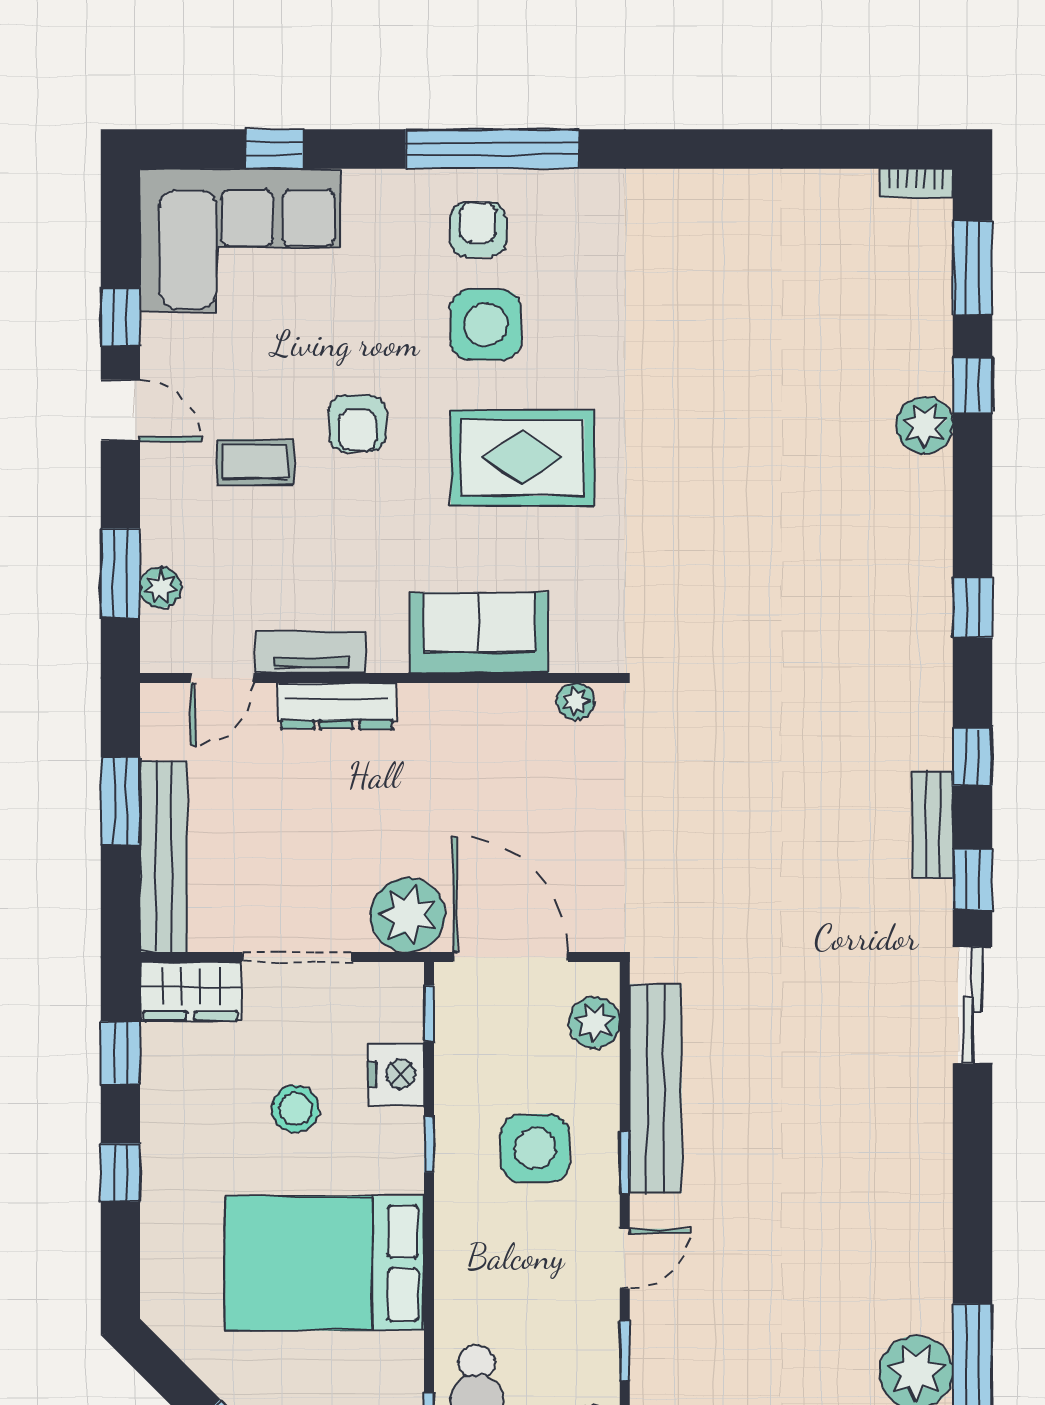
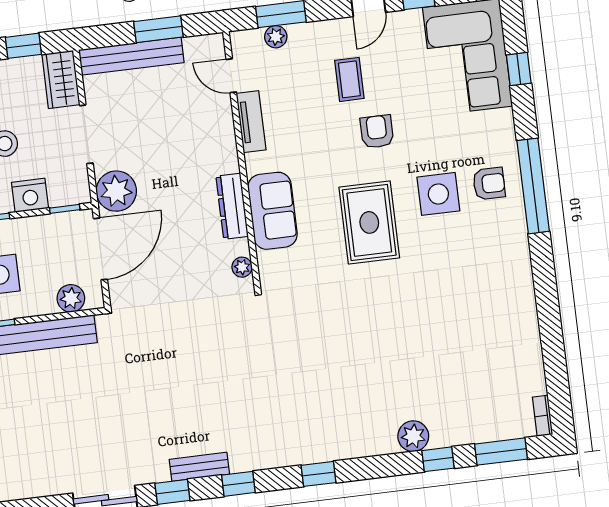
armchair: (358, 423) -> (377, 132), turned 90
dresser: (337, 706) -> (232, 206), moved

